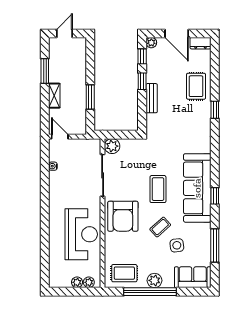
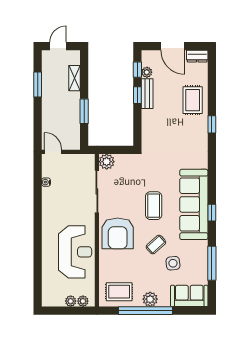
plant: (151, 43) -> (147, 72), moved
shelving: (54, 96) -> (75, 78), moved
bench: (152, 98) -> (147, 94), moved

